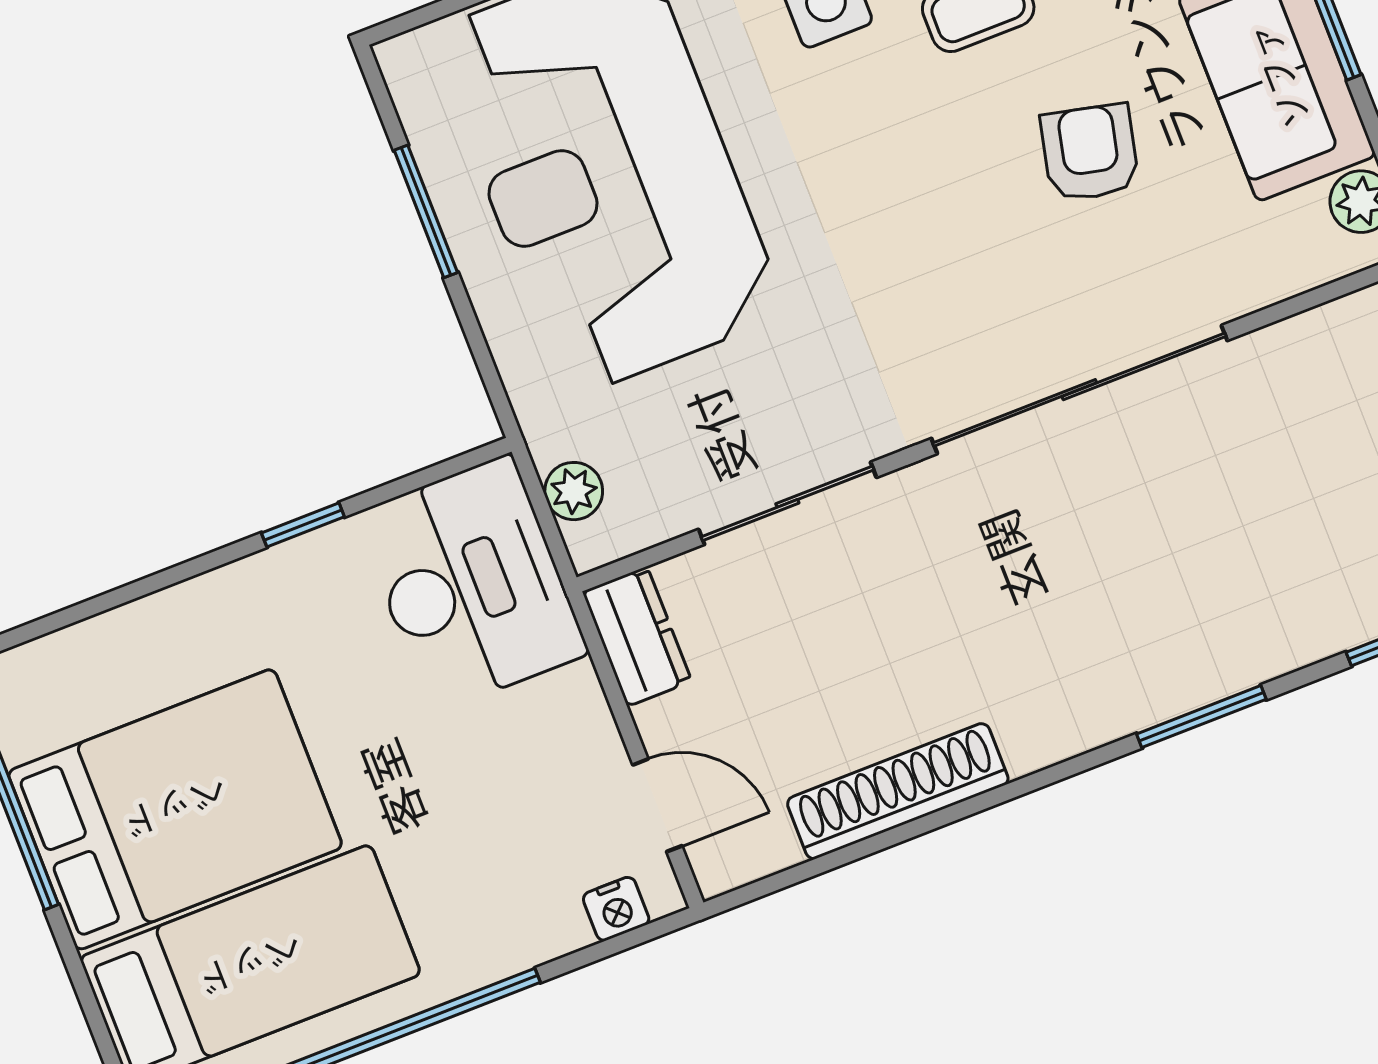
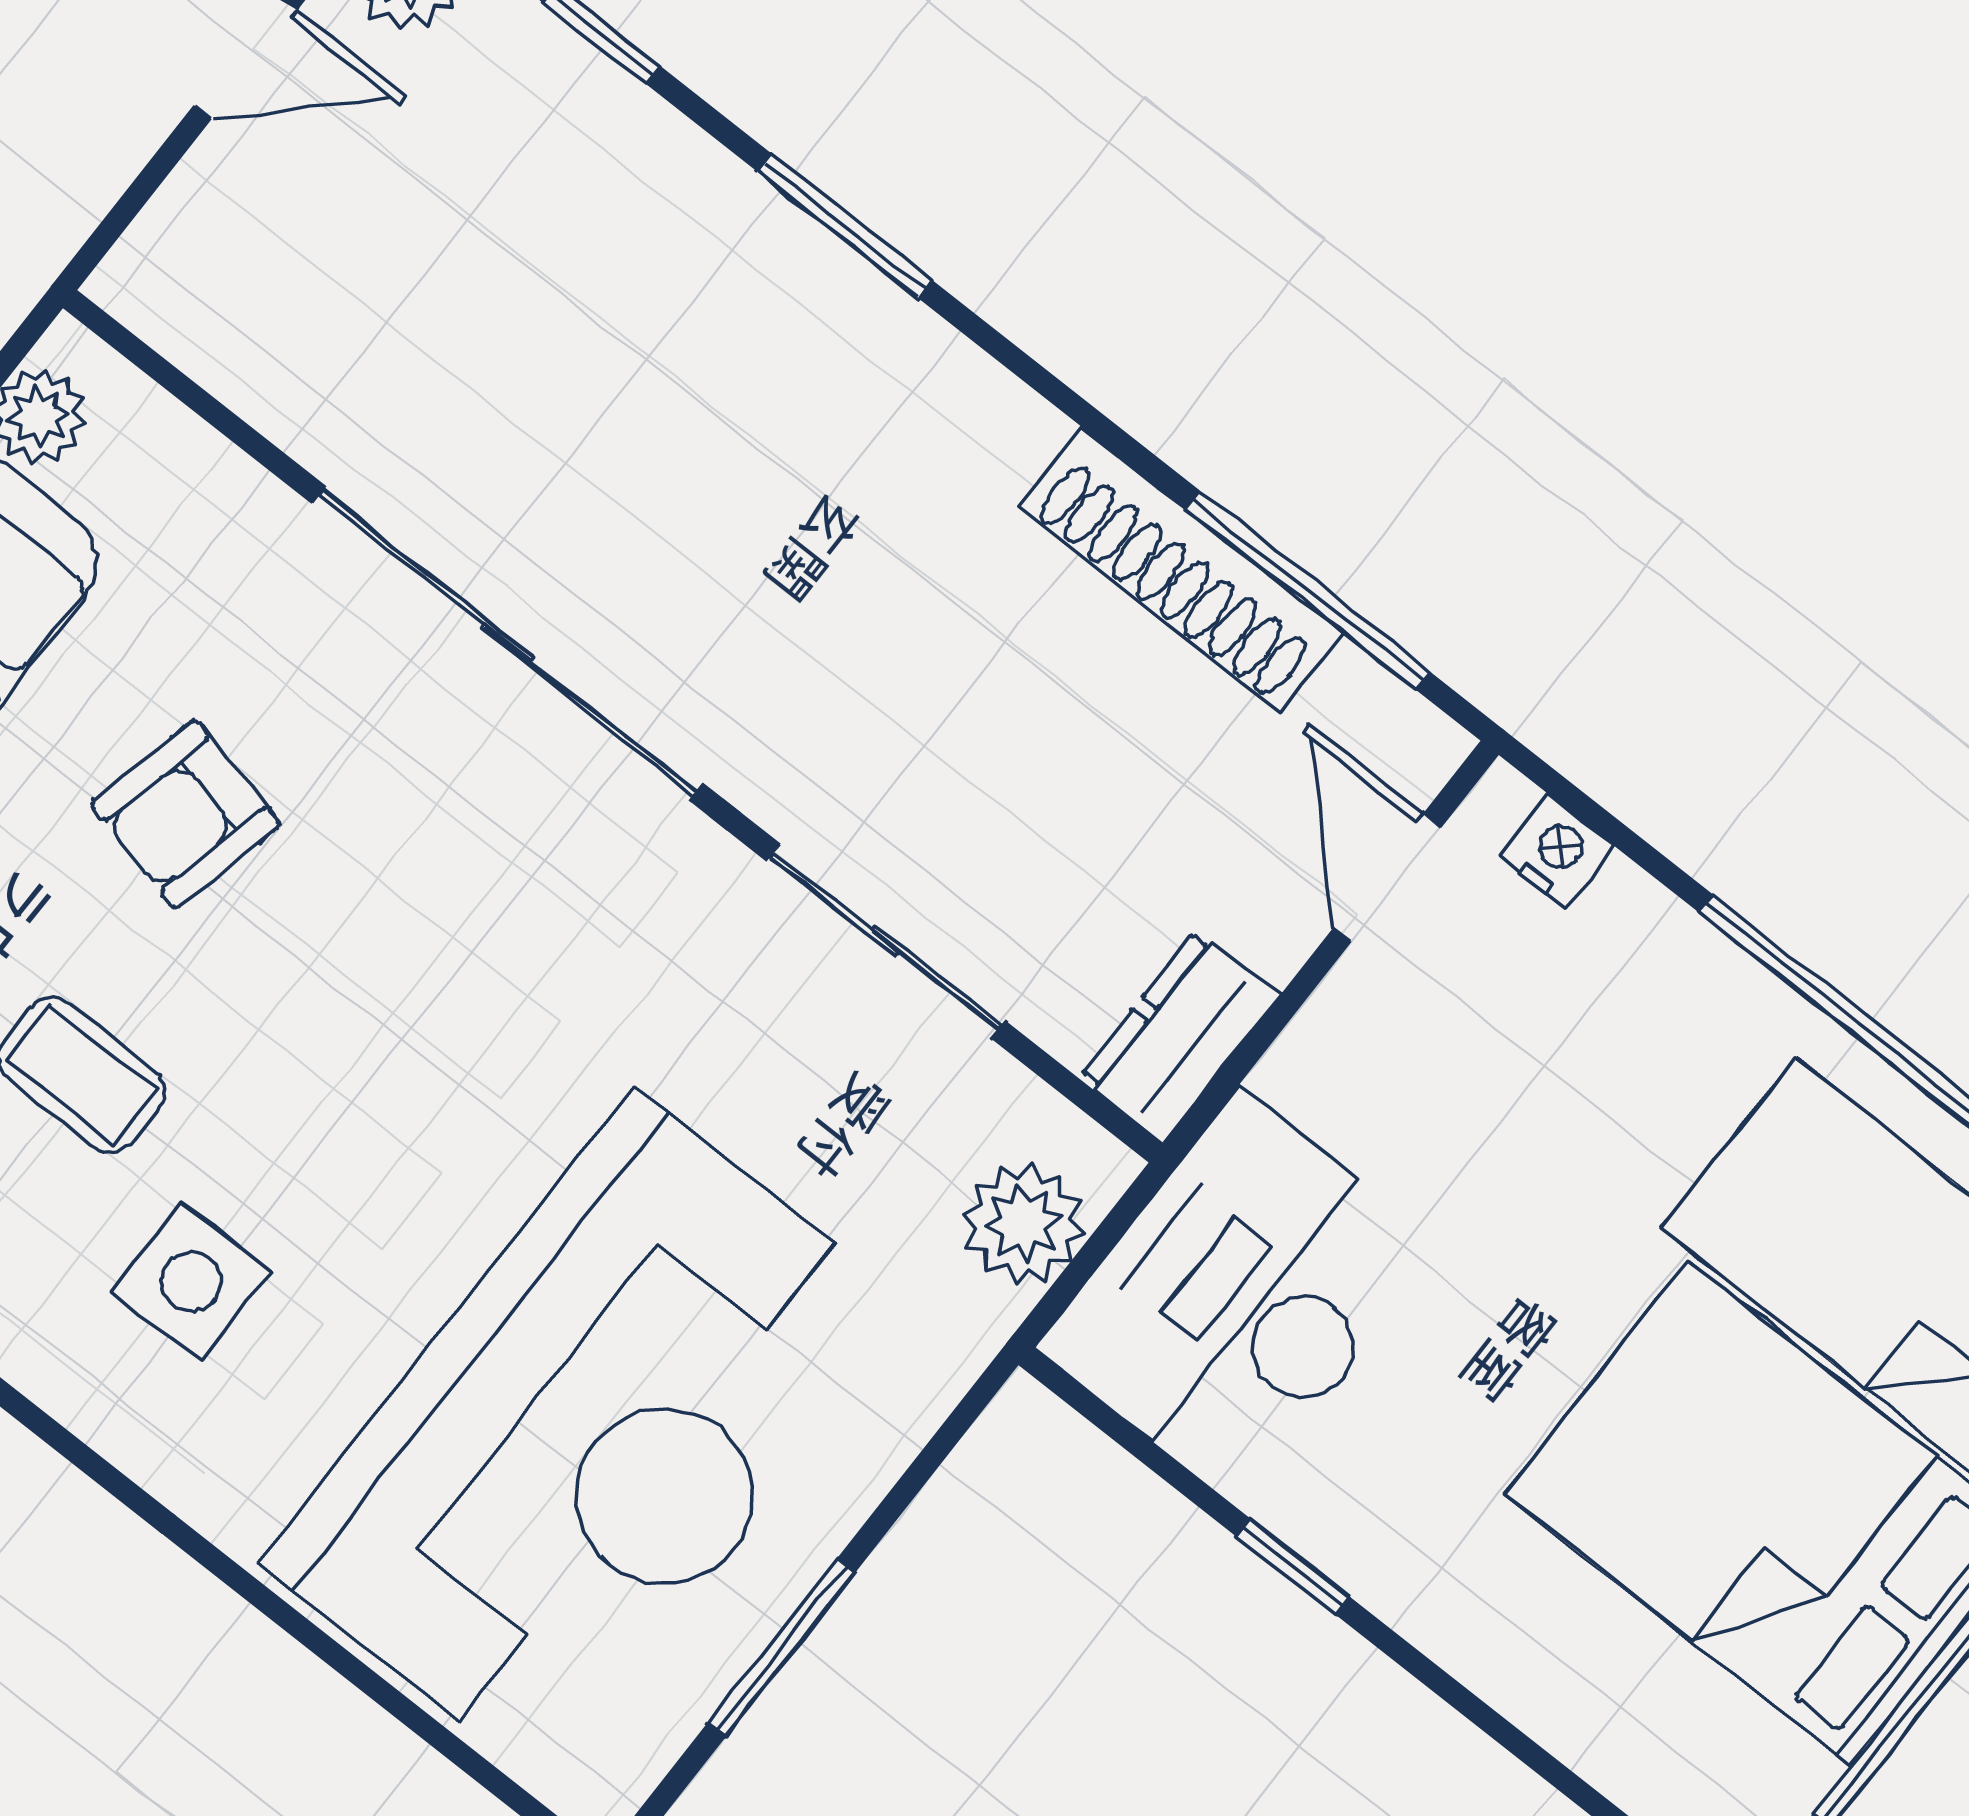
plant: (574, 491) -> (1023, 1224), width x1.38, depth x1.38
window: (845, 856) -> (1308, 590), added

